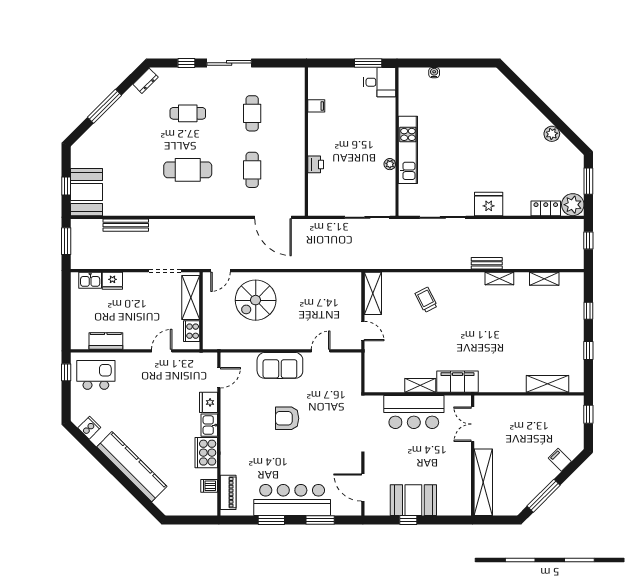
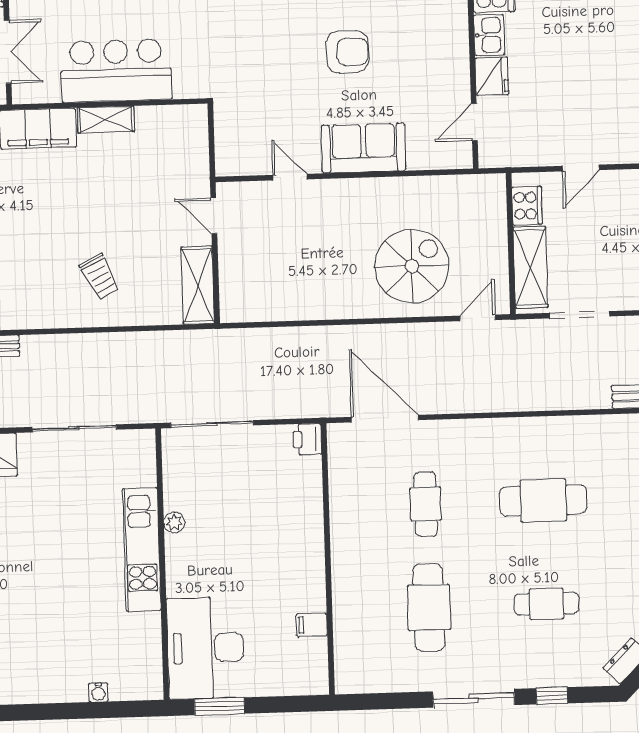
desk: (380, 82) -> (206, 648), width x1.87, depth x1.30
cafe table: (252, 113) -> (429, 607), width x1.37, depth x1.35
printer: (316, 164) -> (307, 439), moved
door: (321, 351) -> (290, 177), swing flipped

